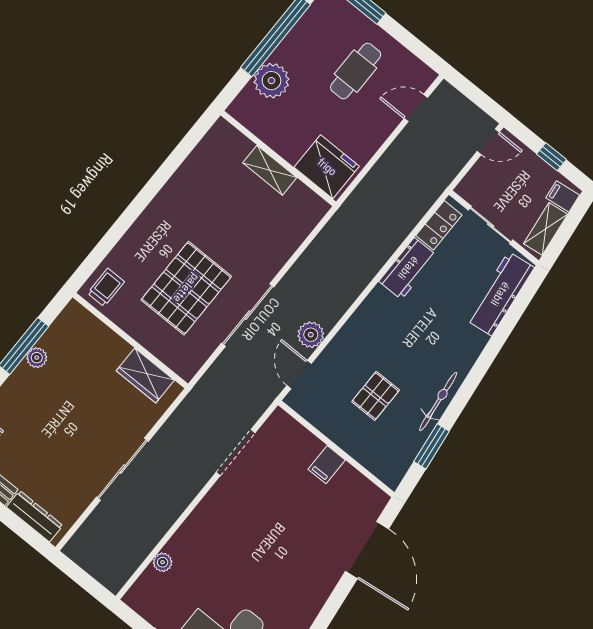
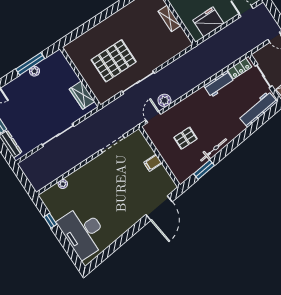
fridge: (327, 167) -> (208, 22), moved, turned -90
trolley: (106, 287) -> (77, 49), removed

